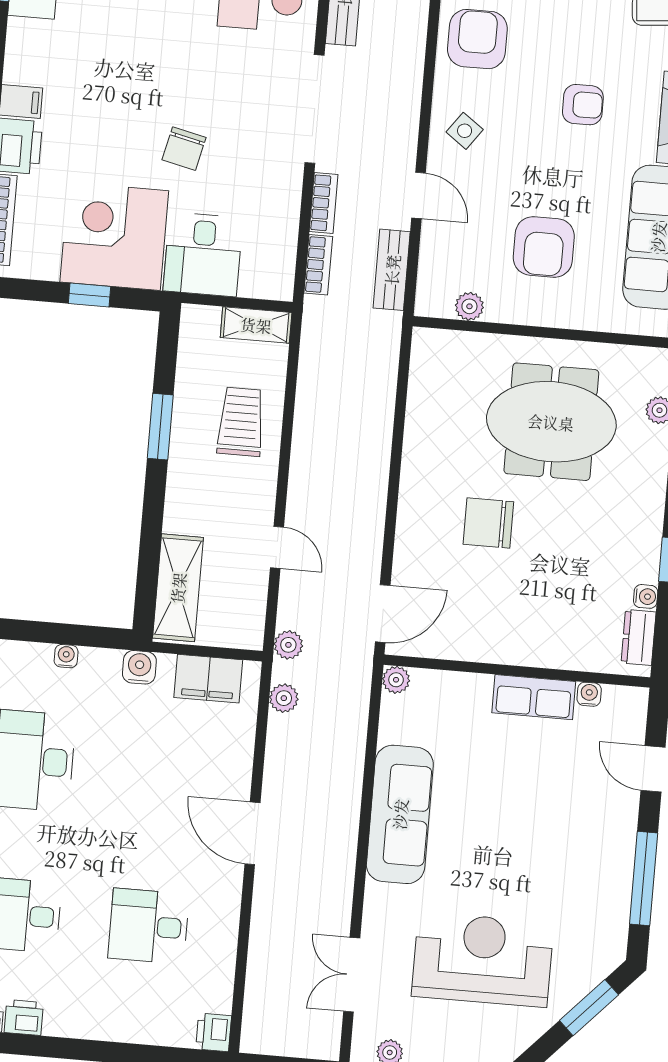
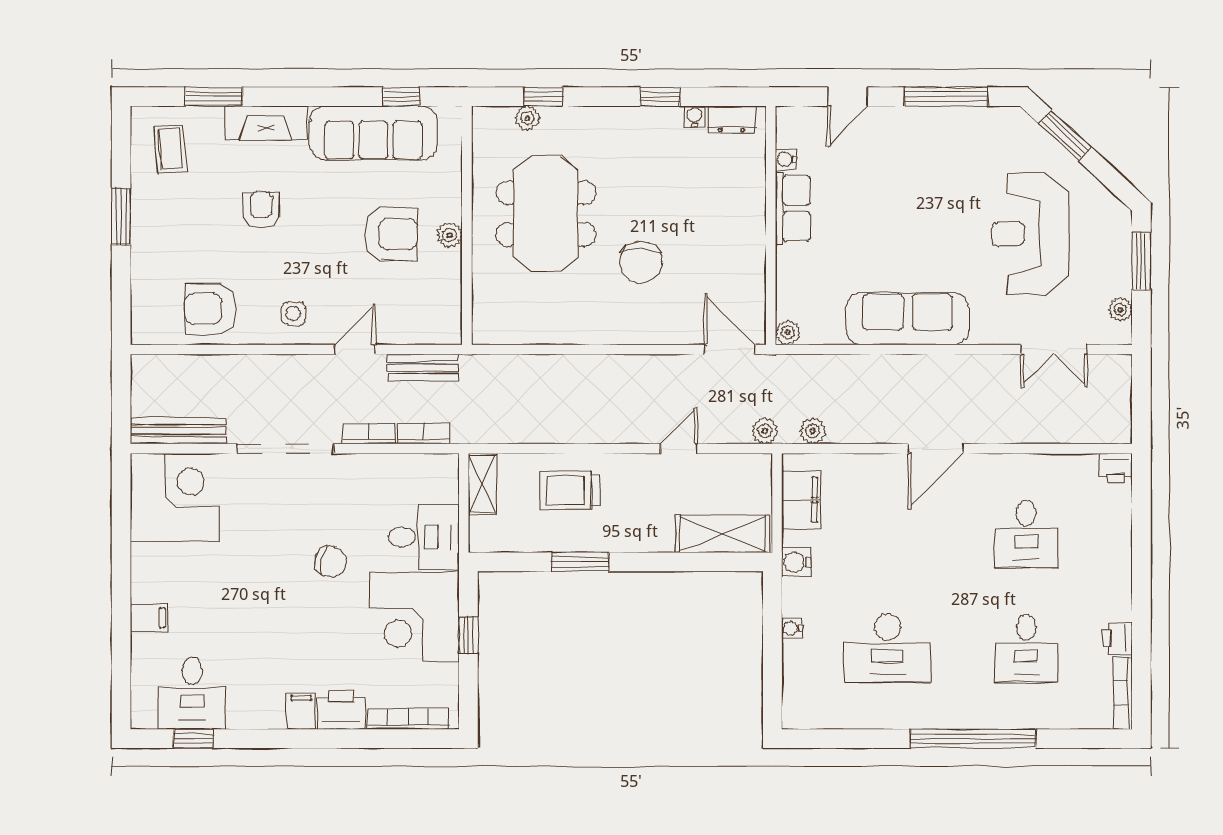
side table: (465, 131) -> (293, 313), turned -36
plant: (469, 306) -> (449, 235), moved

